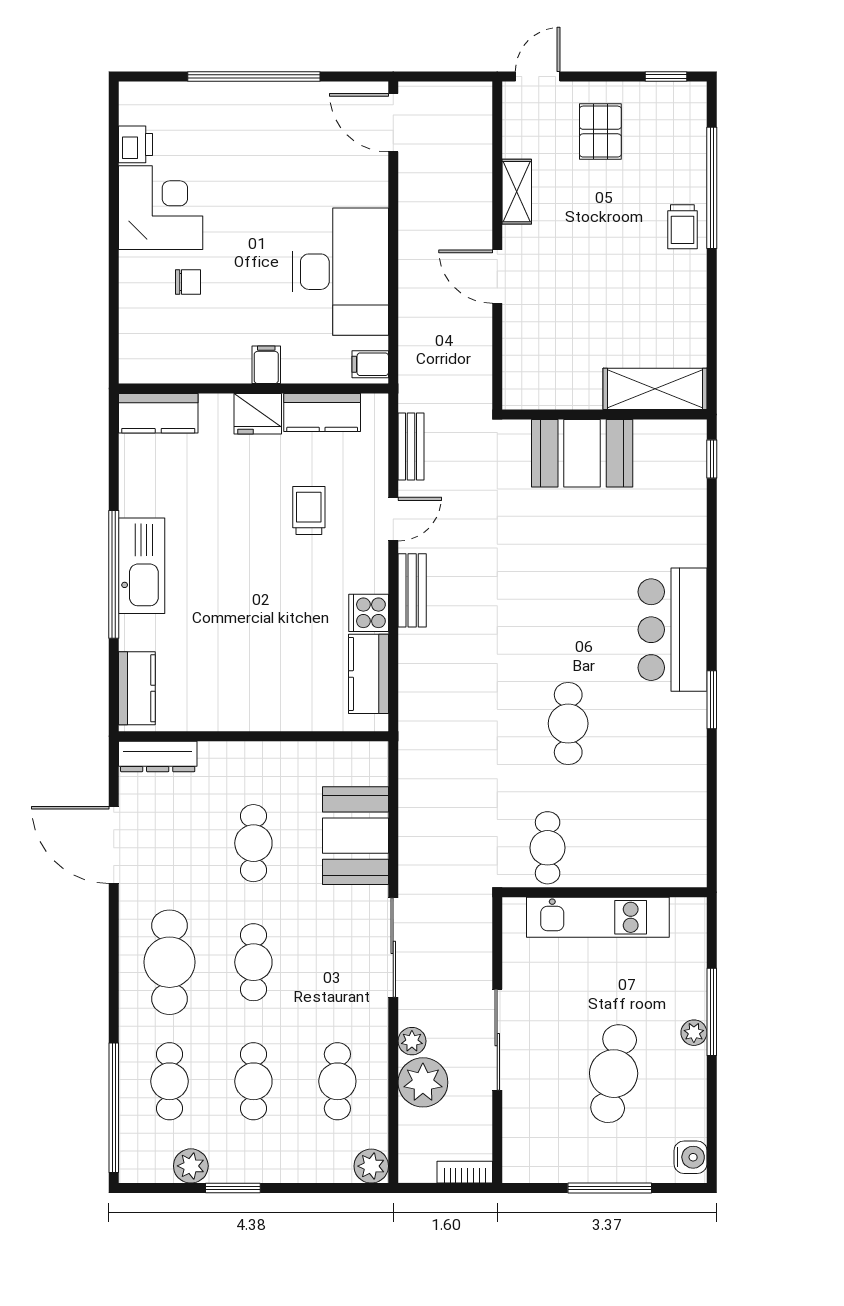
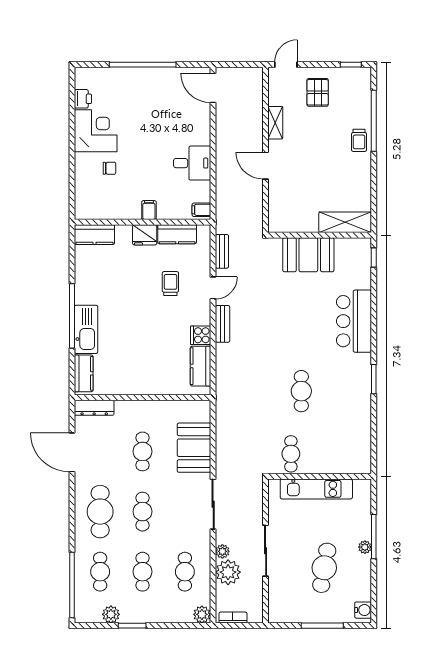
desk: (341, 272) -> (192, 163), width x0.53, depth x0.77
kitchen sink: (142, 566) -> (86, 329), moved
bar counter: (672, 630) -> (354, 321), moved
bookcase: (465, 1172) -> (233, 618), moved

